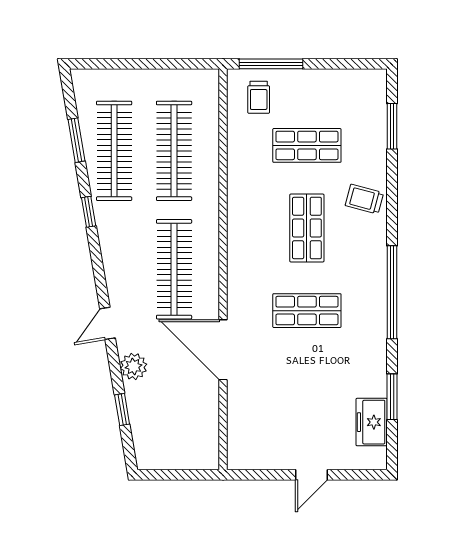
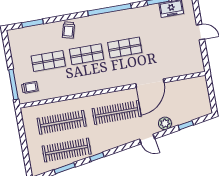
shop shelf: (307, 145) -> (48, 61), turned 90
shop shelf: (307, 311) -> (125, 48), turned 90

